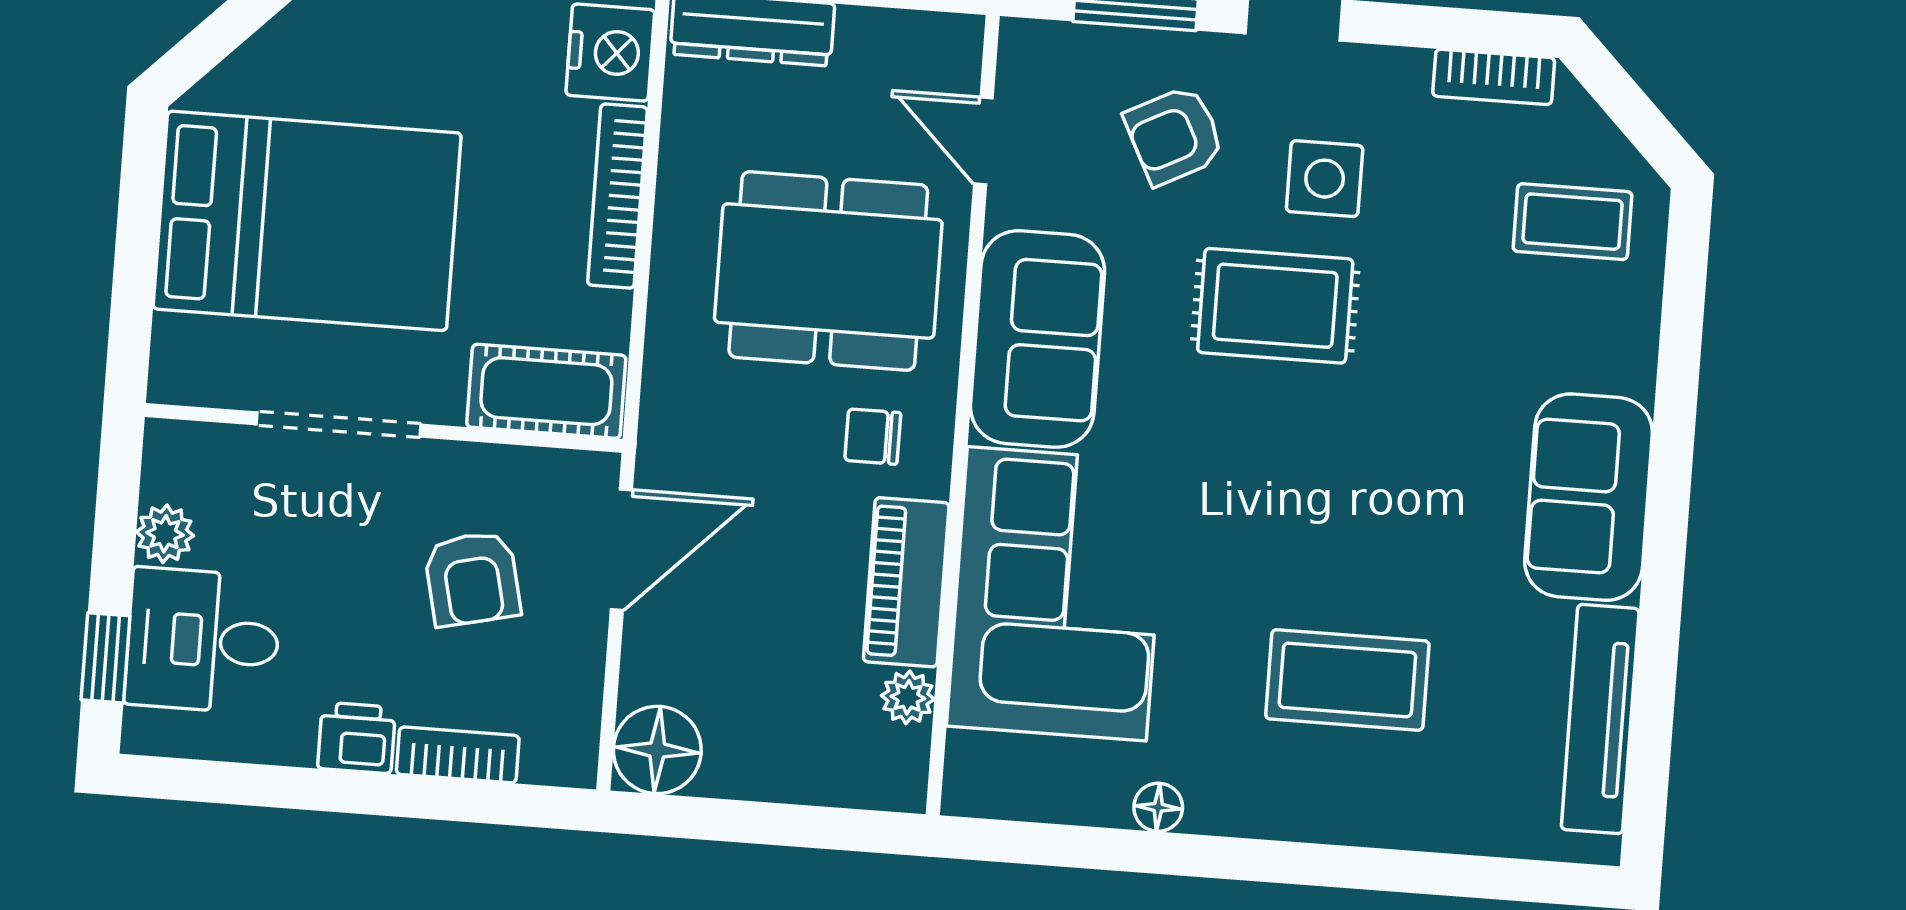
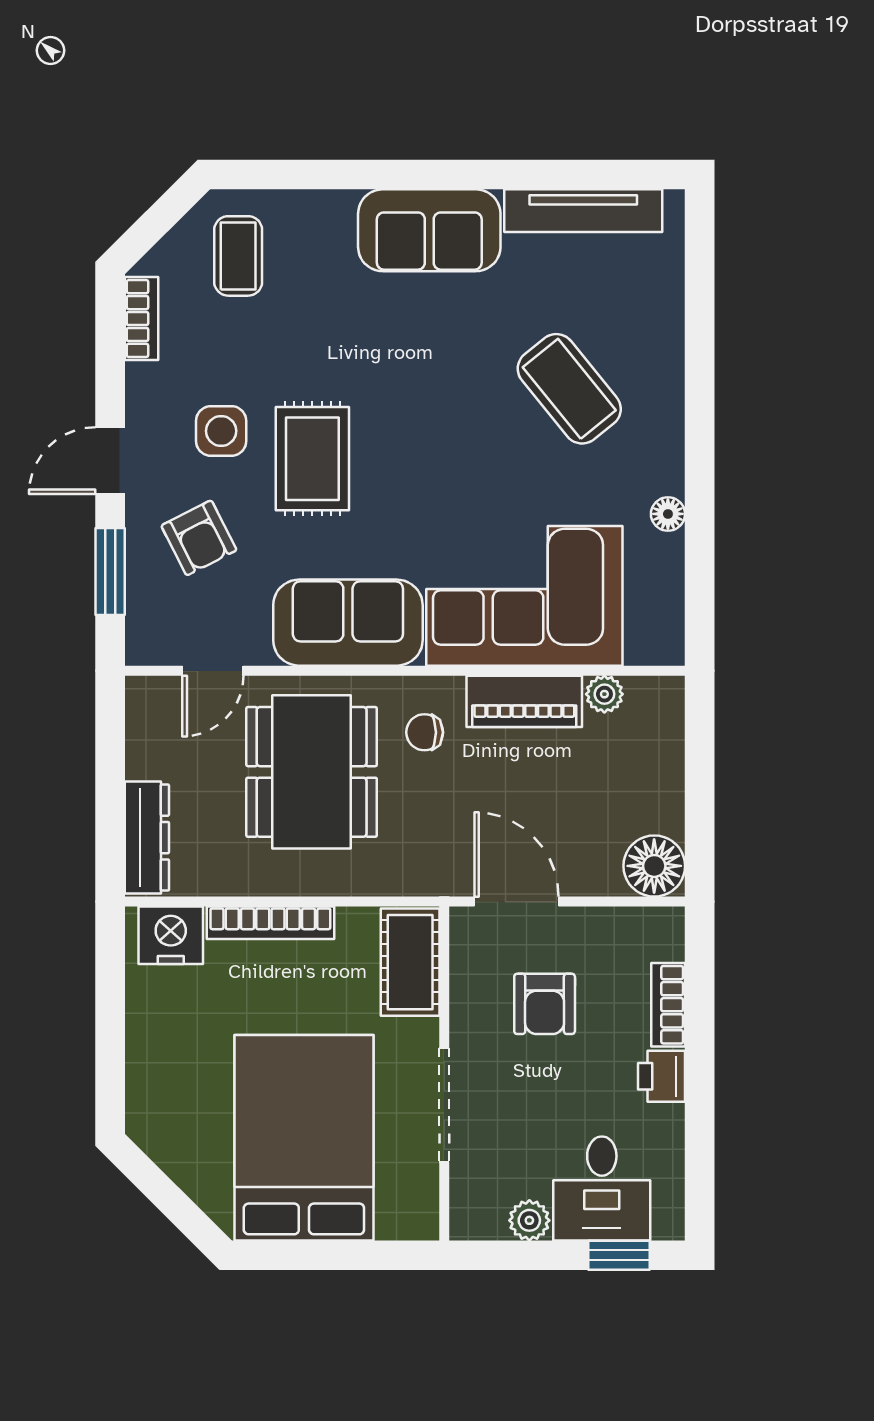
chair: (873, 437) -> (425, 732), turned 90
armchair: (472, 579) -> (545, 1004), turned 103
coffee table: (1347, 680) -> (569, 389), turned -39

